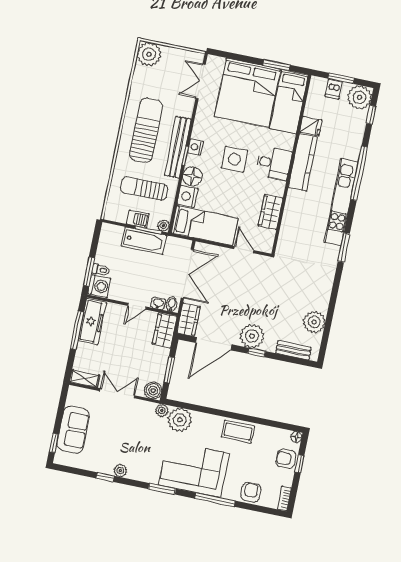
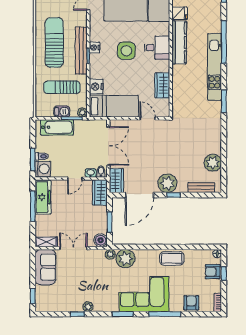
floor lamp: (192, 176) -> (97, 71), removed
bathtub: (144, 241) -> (57, 127), moved
sofa: (73, 430) -> (45, 267), moved

